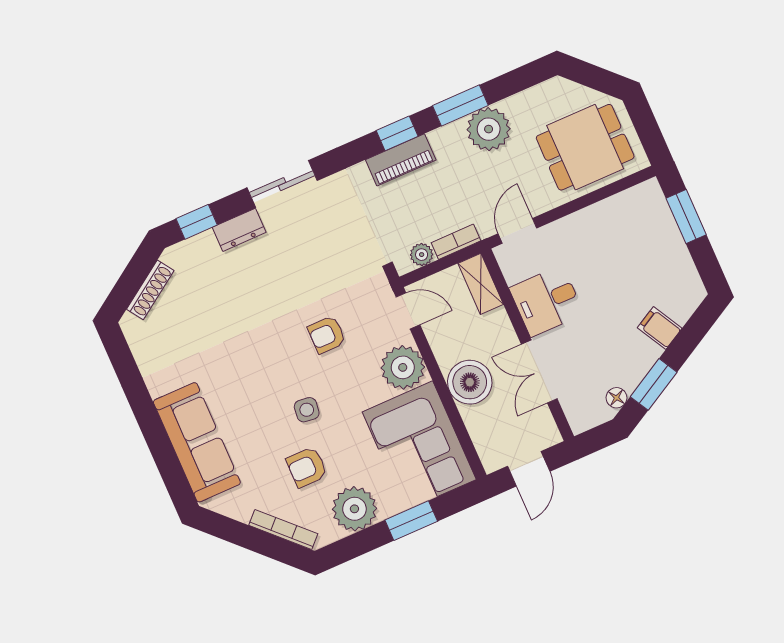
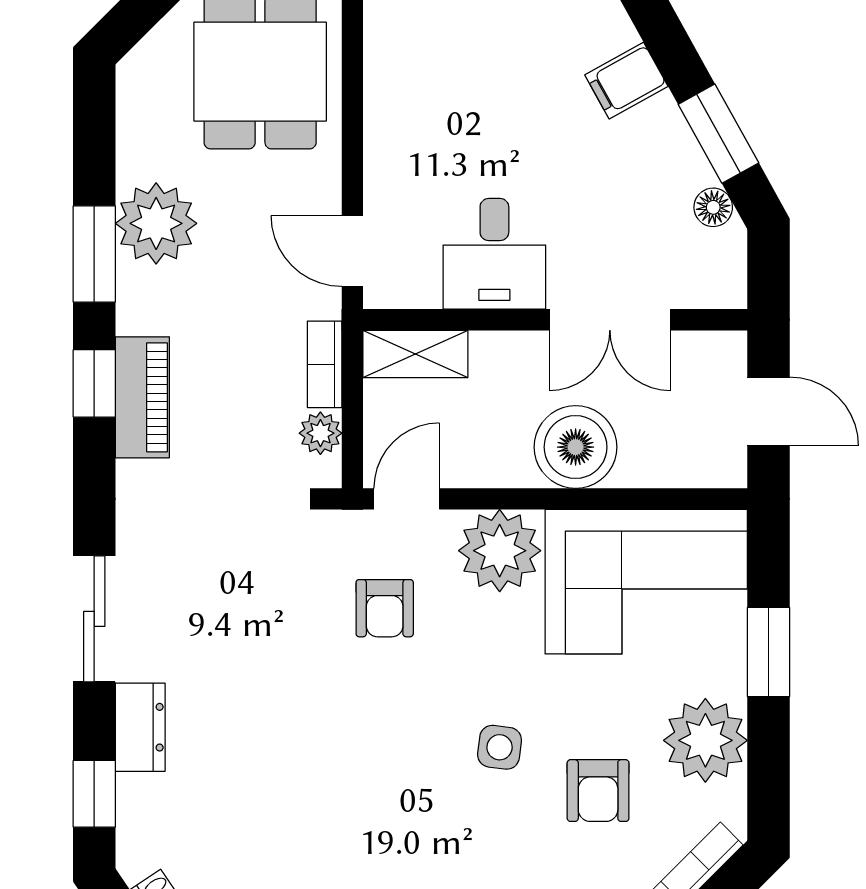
armchair: (327, 335) -> (385, 608), moved

